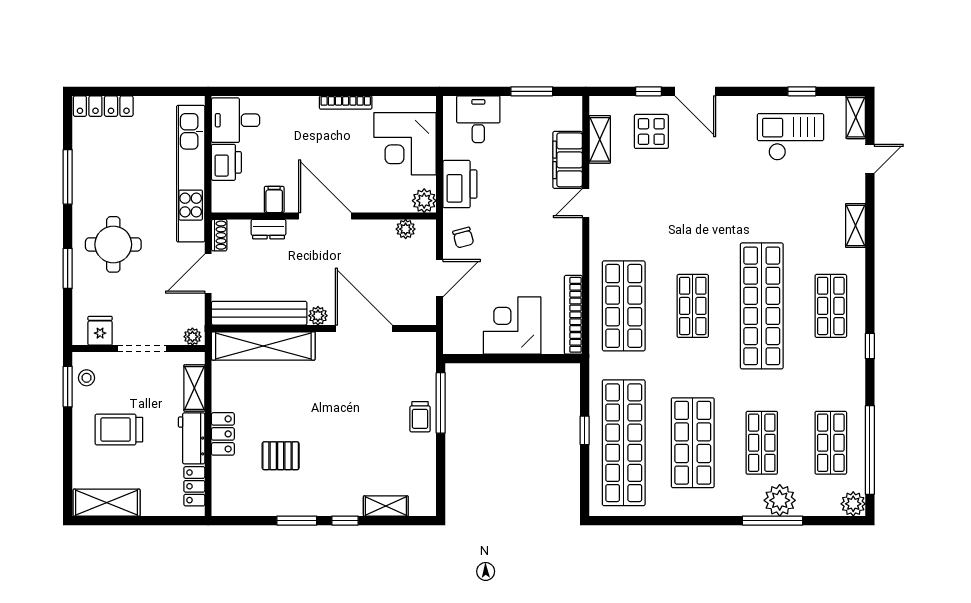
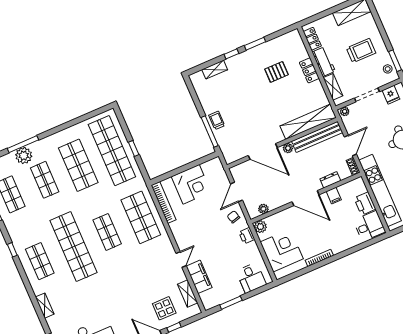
printer: (460, 184) -> (247, 236), width x0.53, depth x0.68

